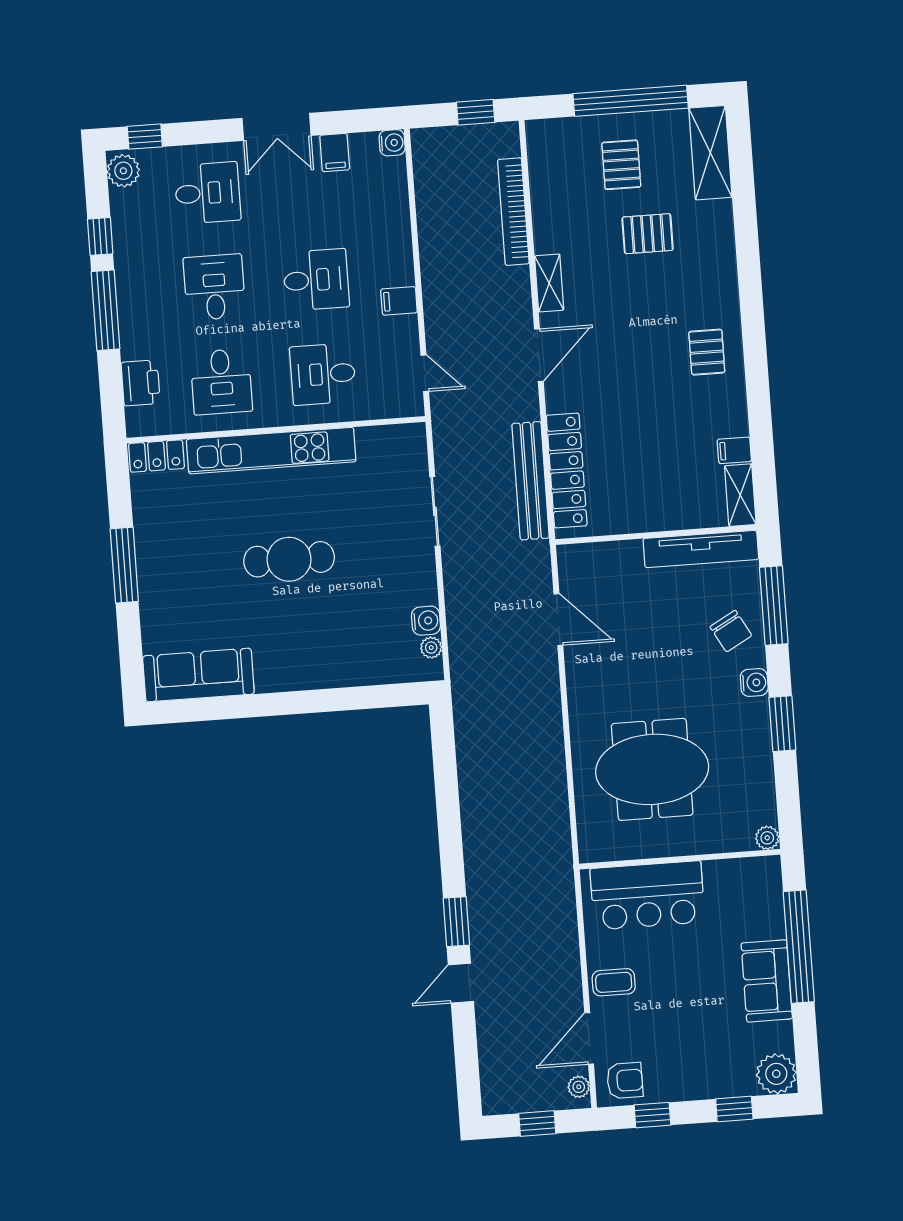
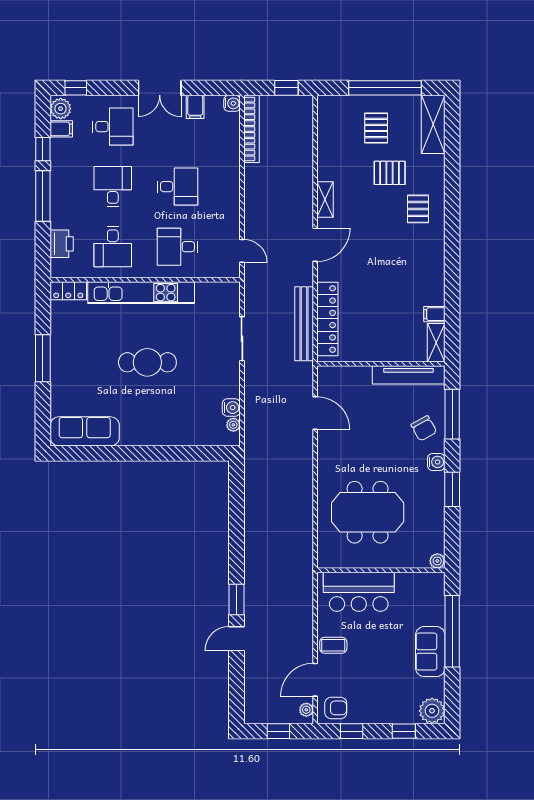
bookcase: (513, 212) -> (251, 129), moved, turned 180
filing cabinet: (399, 301) -> (61, 129), moved, turned 180
pallet: (707, 352) -> (418, 209), moved

